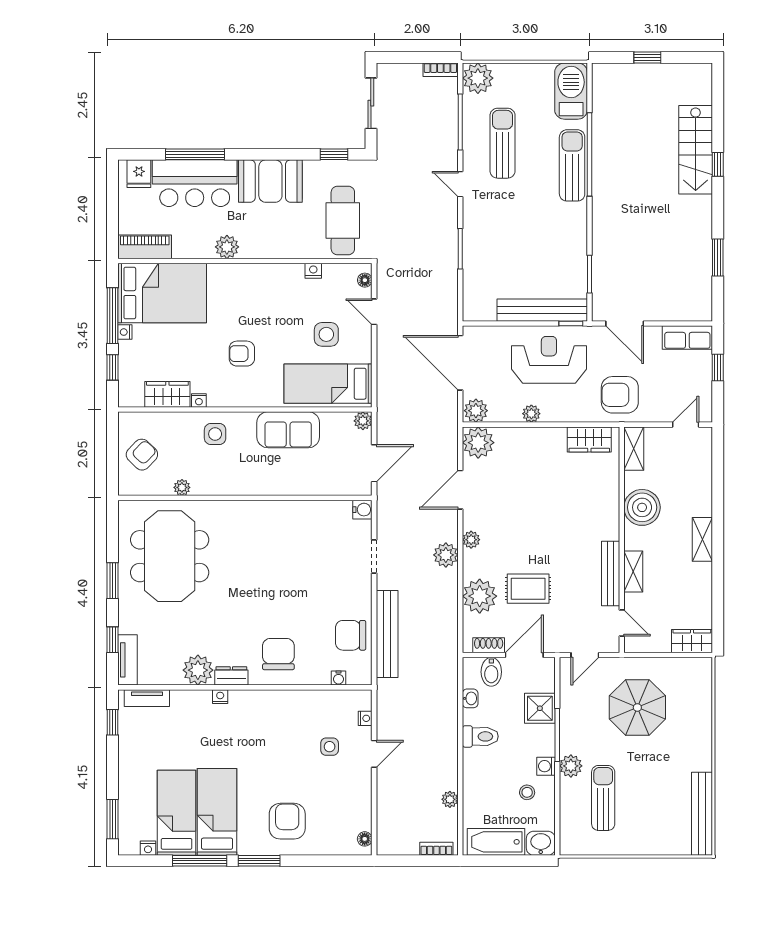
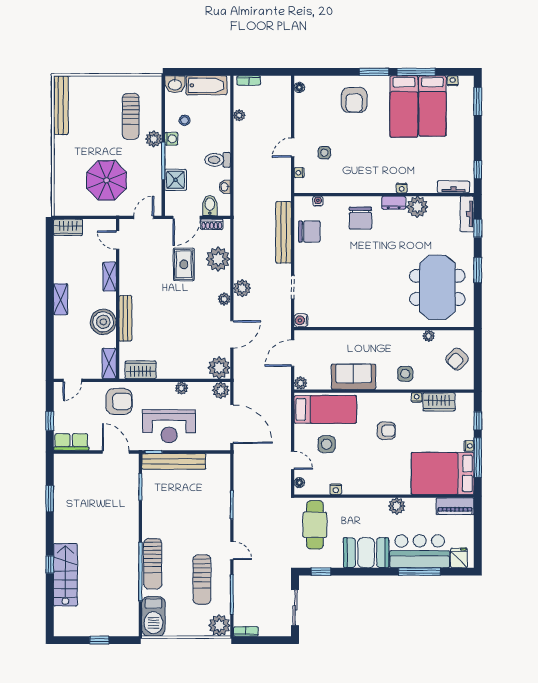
bench: (611, 573) -> (125, 318), moved
rug: (528, 589) -> (184, 264), turned 90

